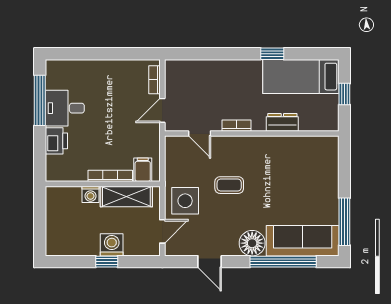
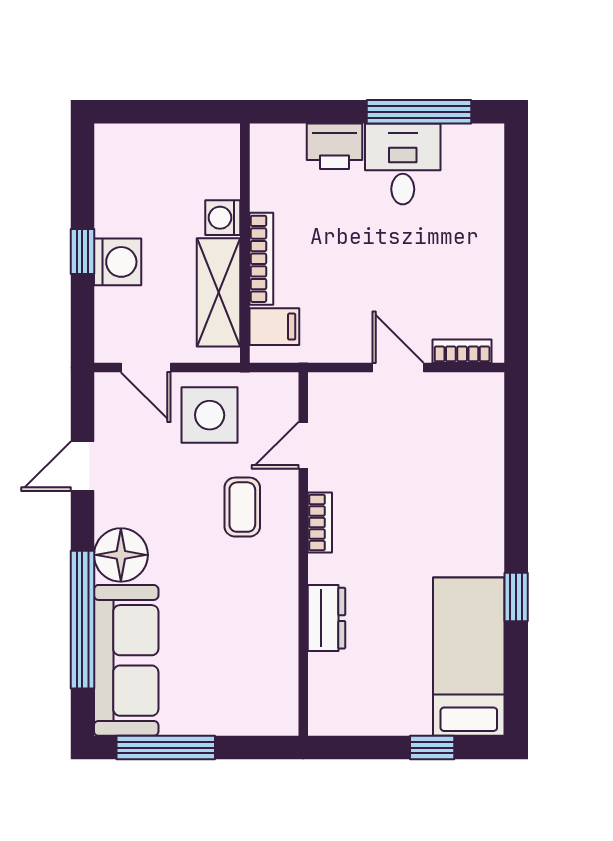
dresser: (282, 122) -> (326, 618), moved
bookcase: (237, 126) -> (320, 523), moved
door: (200, 134) -> (303, 445), moved
wall: (252, 134) -> (303, 554), moved

